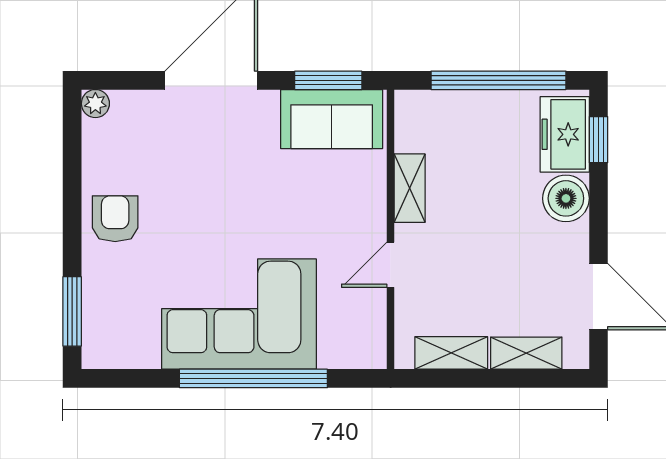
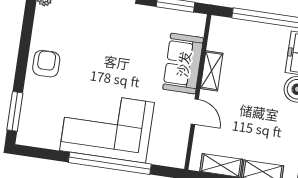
sofa: (332, 119) -> (183, 64), moved, turned 90
door: (391, 265) -> (195, 112), swing flipped

